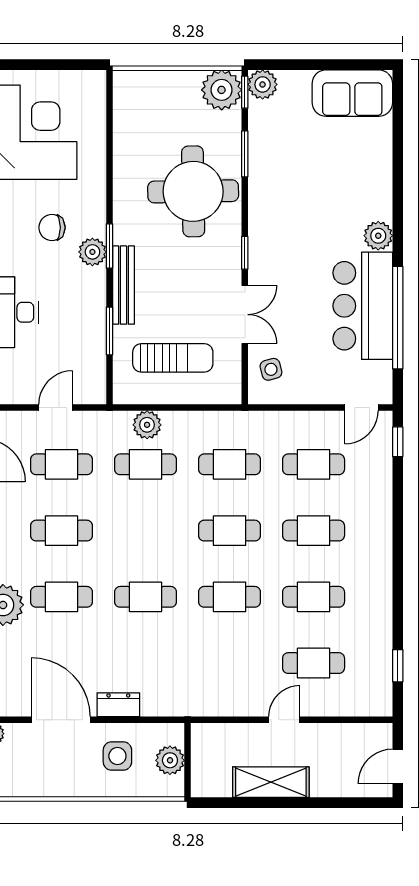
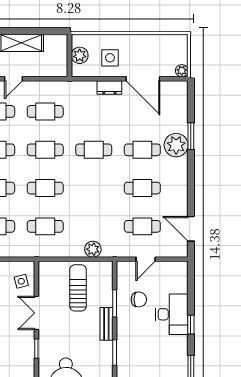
chair: (52, 228) -> (139, 299), moved
plant: (92, 252) -> (124, 349), removed
bench: (124, 285) -> (106, 324), width x0.73
sun lounger: (173, 358) -> (78, 288), turned 90
cafe table: (146, 464) -> (45, 111), moved

